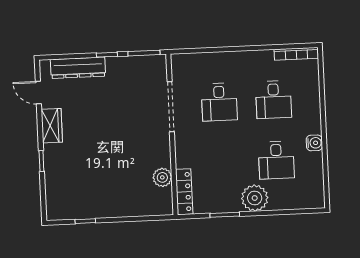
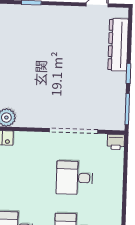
printer: (179, 62) -> (116, 142), added
wardrobe: (52, 126) -> (64, 15), removed

